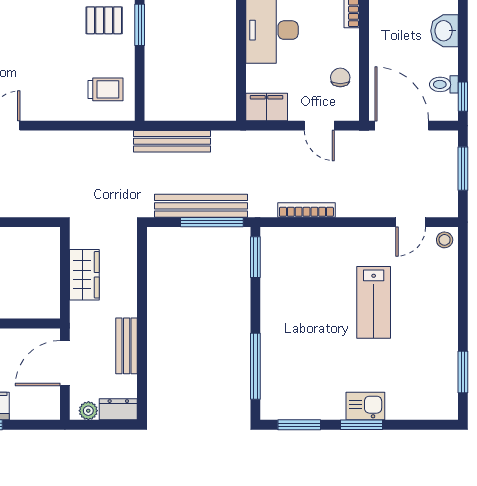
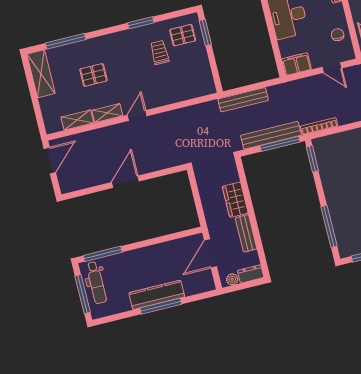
trolley: (105, 89) -> (160, 52), moved, turned -90
bookcase: (306, 210) -> (319, 126), moved
wardrobe: (84, 275) -> (235, 200), moved, turned 180

